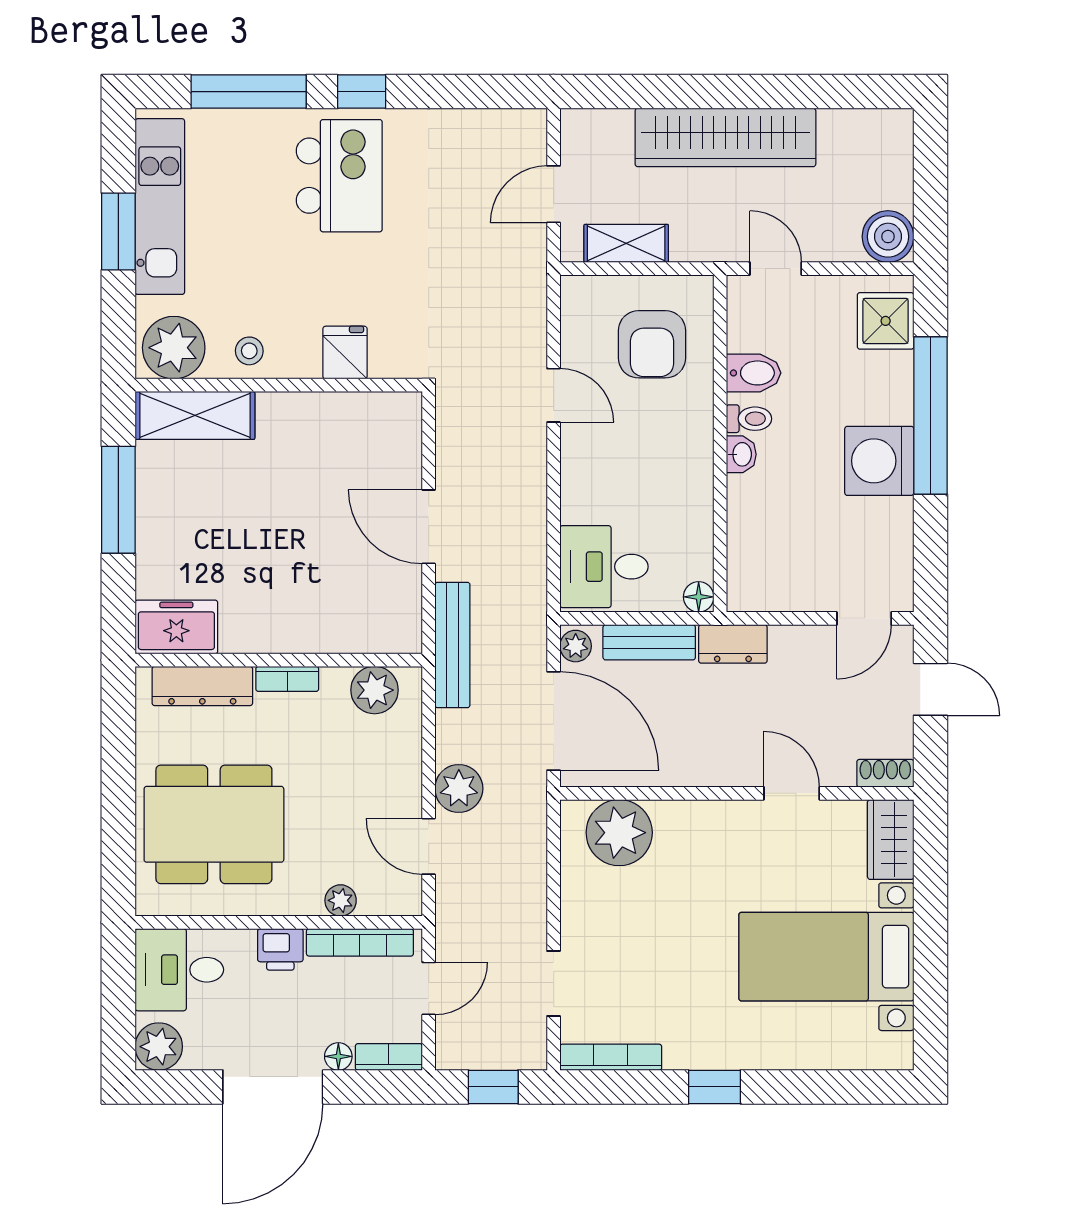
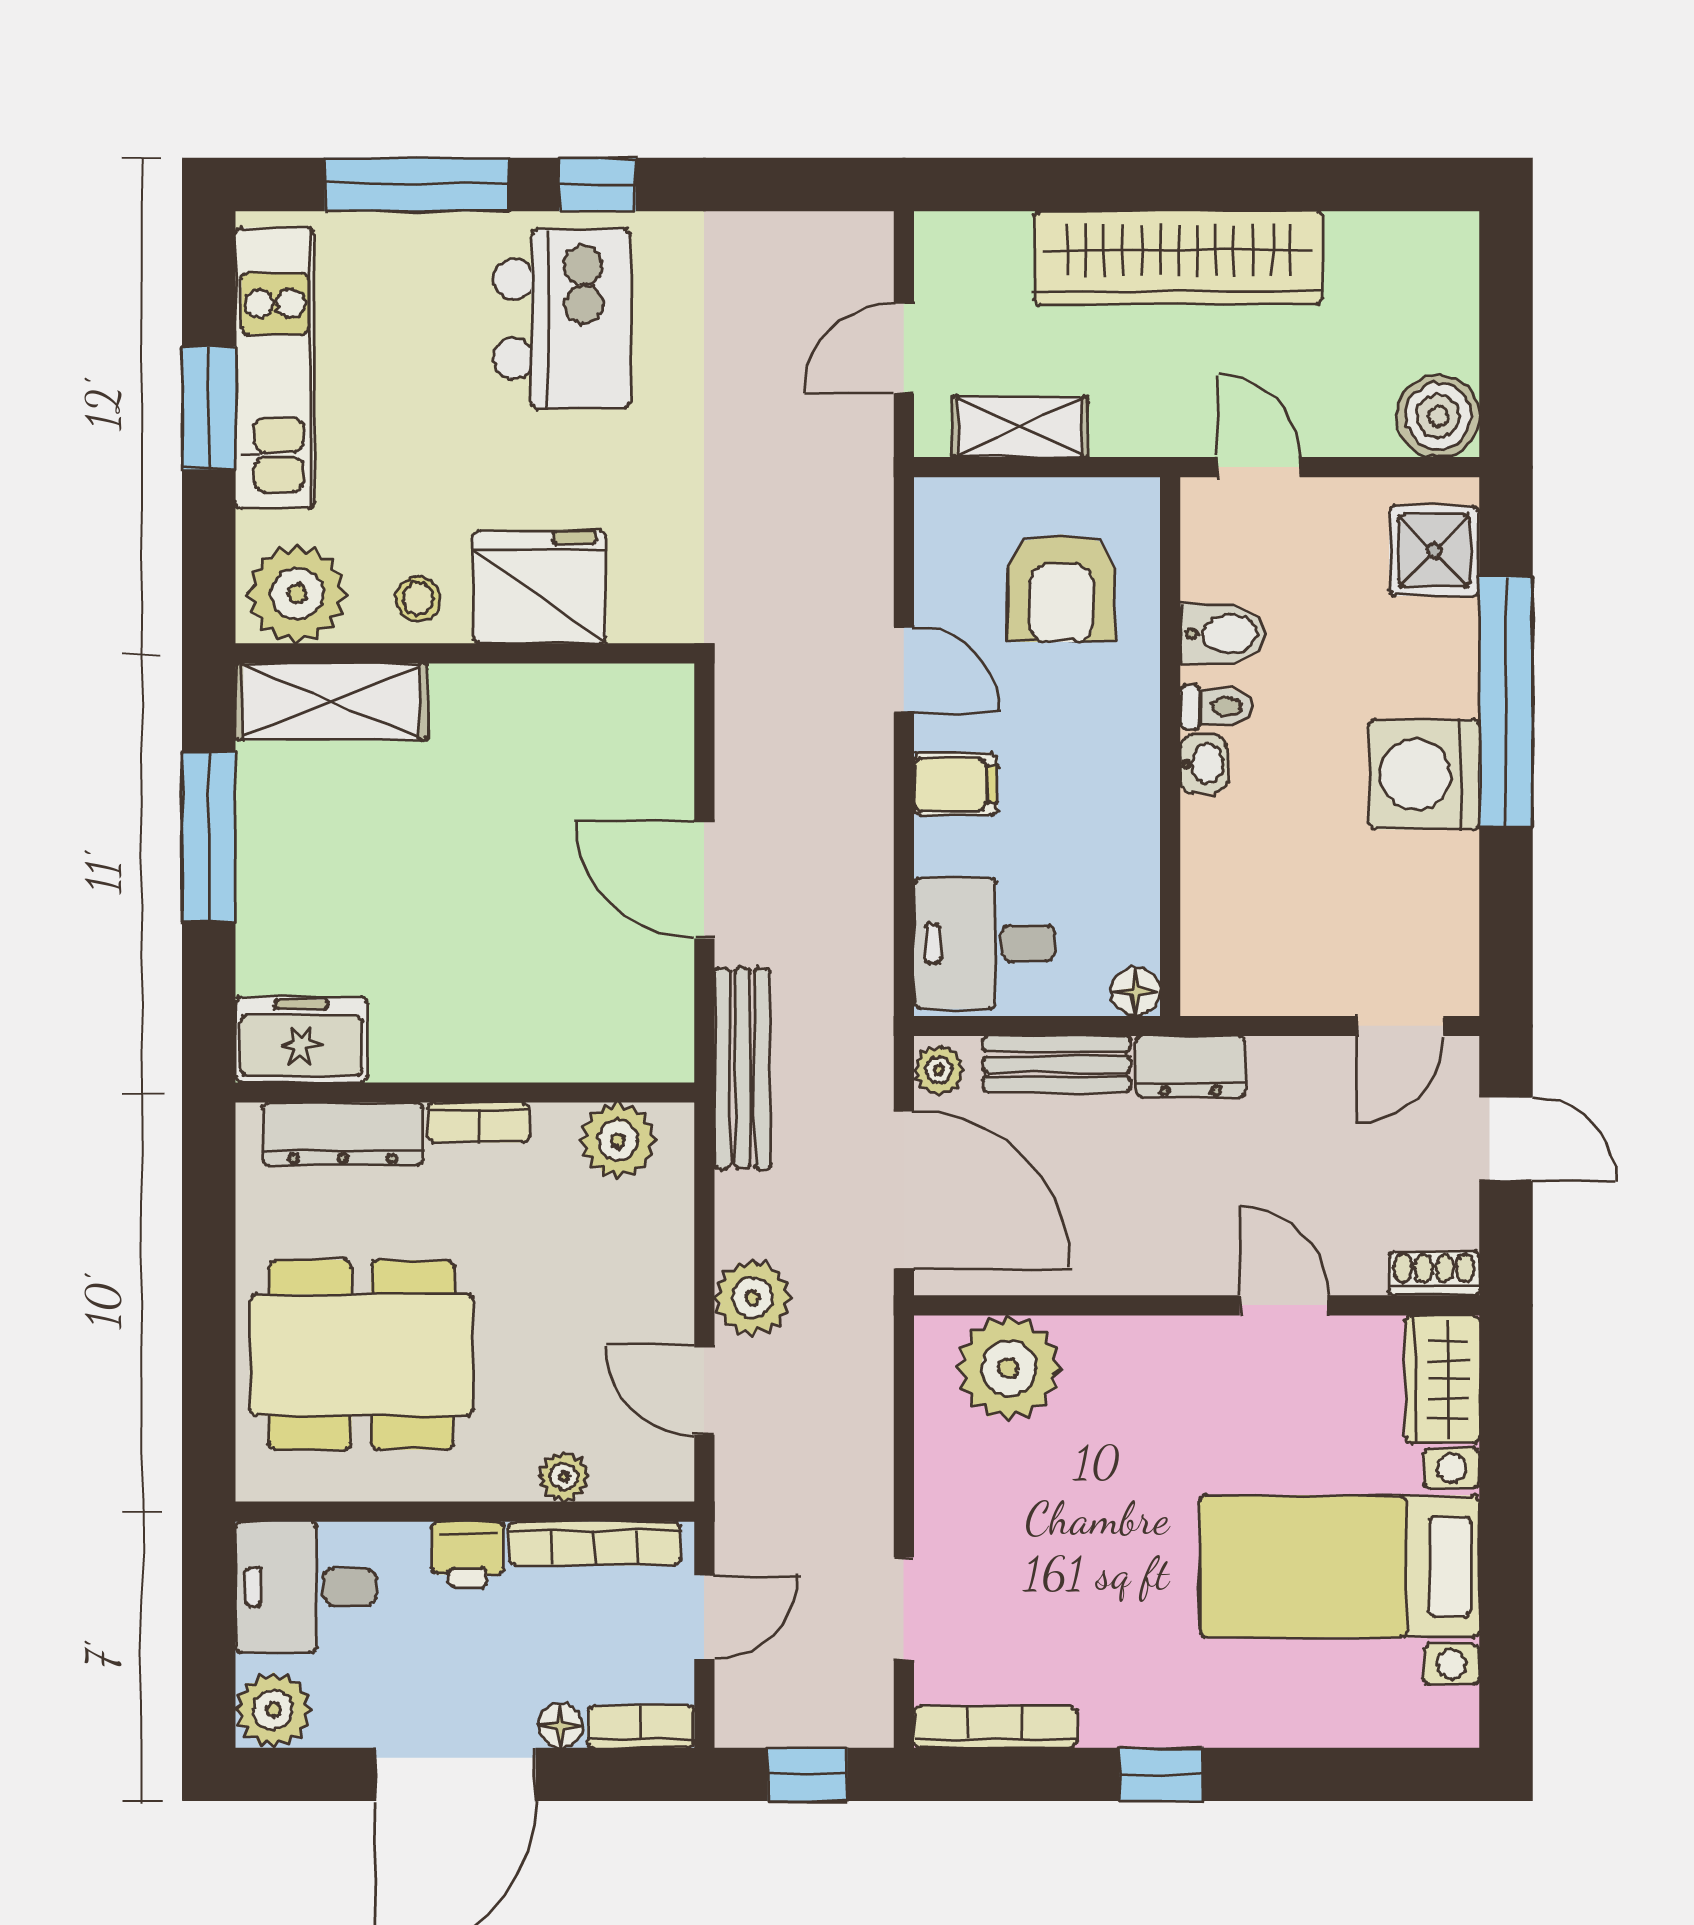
fridge: (345, 353) -> (540, 587), width x1.88, depth x1.34
filing cabinet: (586, 467) -> (956, 784), added

